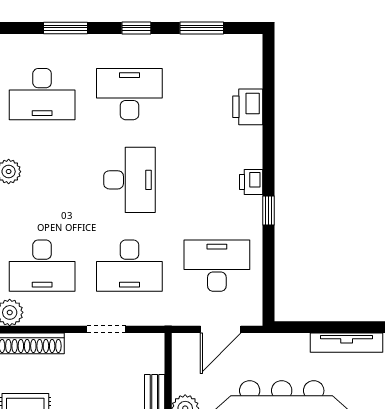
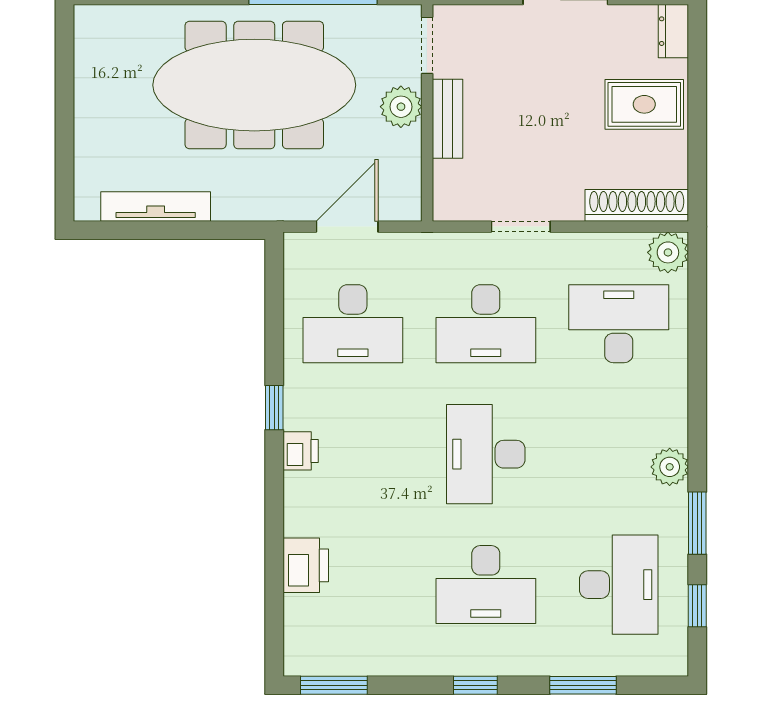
window: (202, 28) -> (334, 685), moved
desk: (42, 94) -> (619, 585), turned 90
desk: (129, 266) -> (486, 324), turned 180

